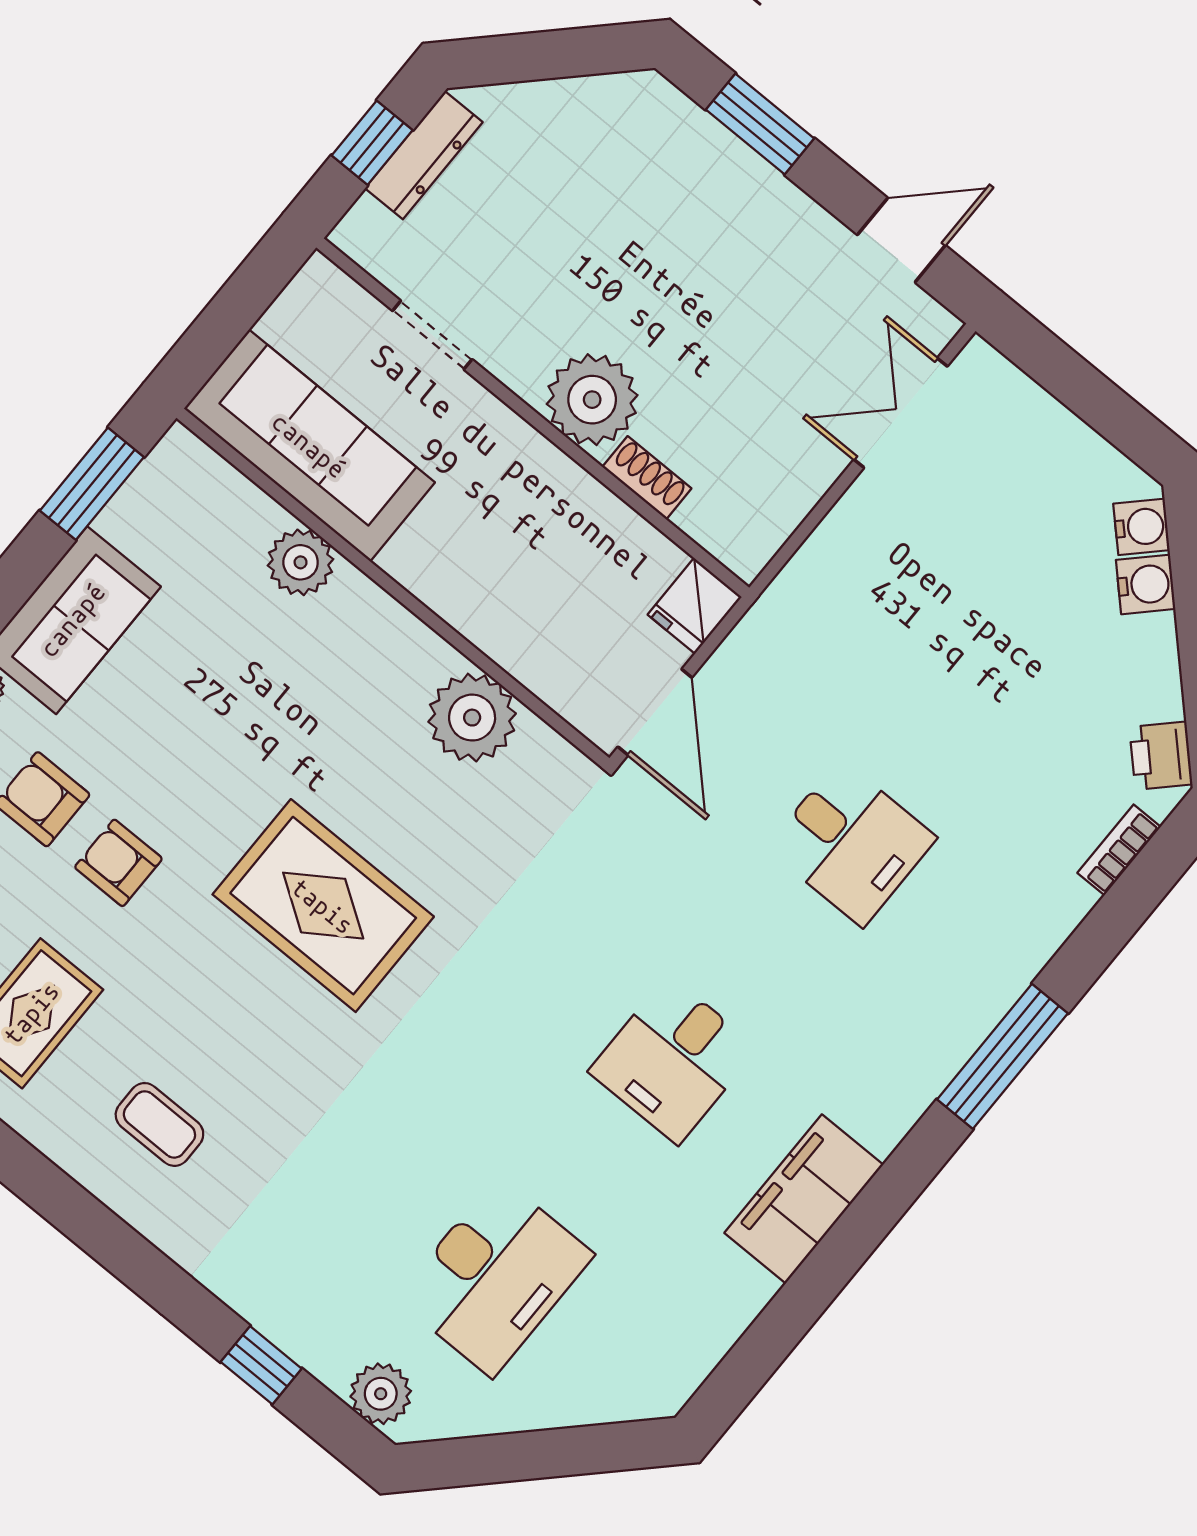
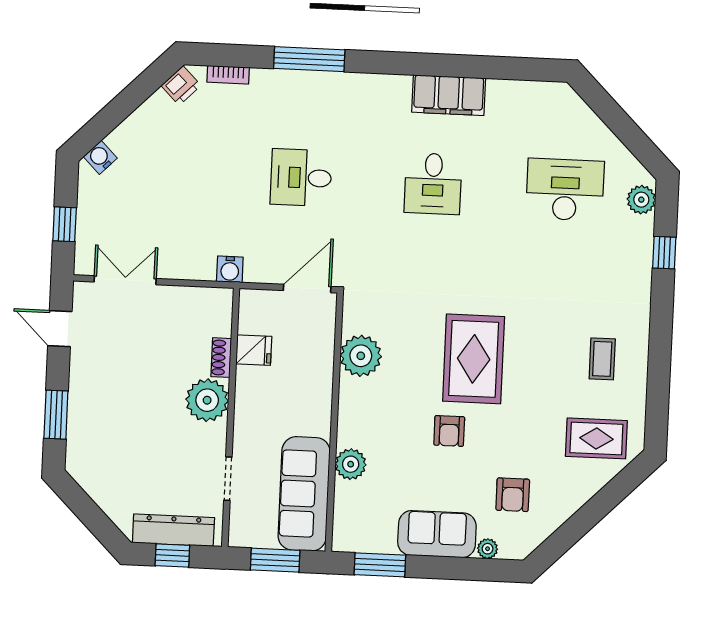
dresser: (424, 155) -> (173, 530), width x1.37, depth x1.24
window: (233, 312) -> (275, 560), added
window: (1073, 381) -> (65, 224), added
double door: (901, 413) -> (125, 280), swing flipped
water cooler: (1146, 584) -> (230, 269), moved, turned -135
fridge: (695, 606) -> (254, 350), moved
desk: (851, 843) -> (301, 178), turned -90
armchair: (118, 863) -> (449, 431), moved
window: (1002, 1056) -> (309, 59), moved
desk: (673, 1060) -> (433, 184), turned 90

